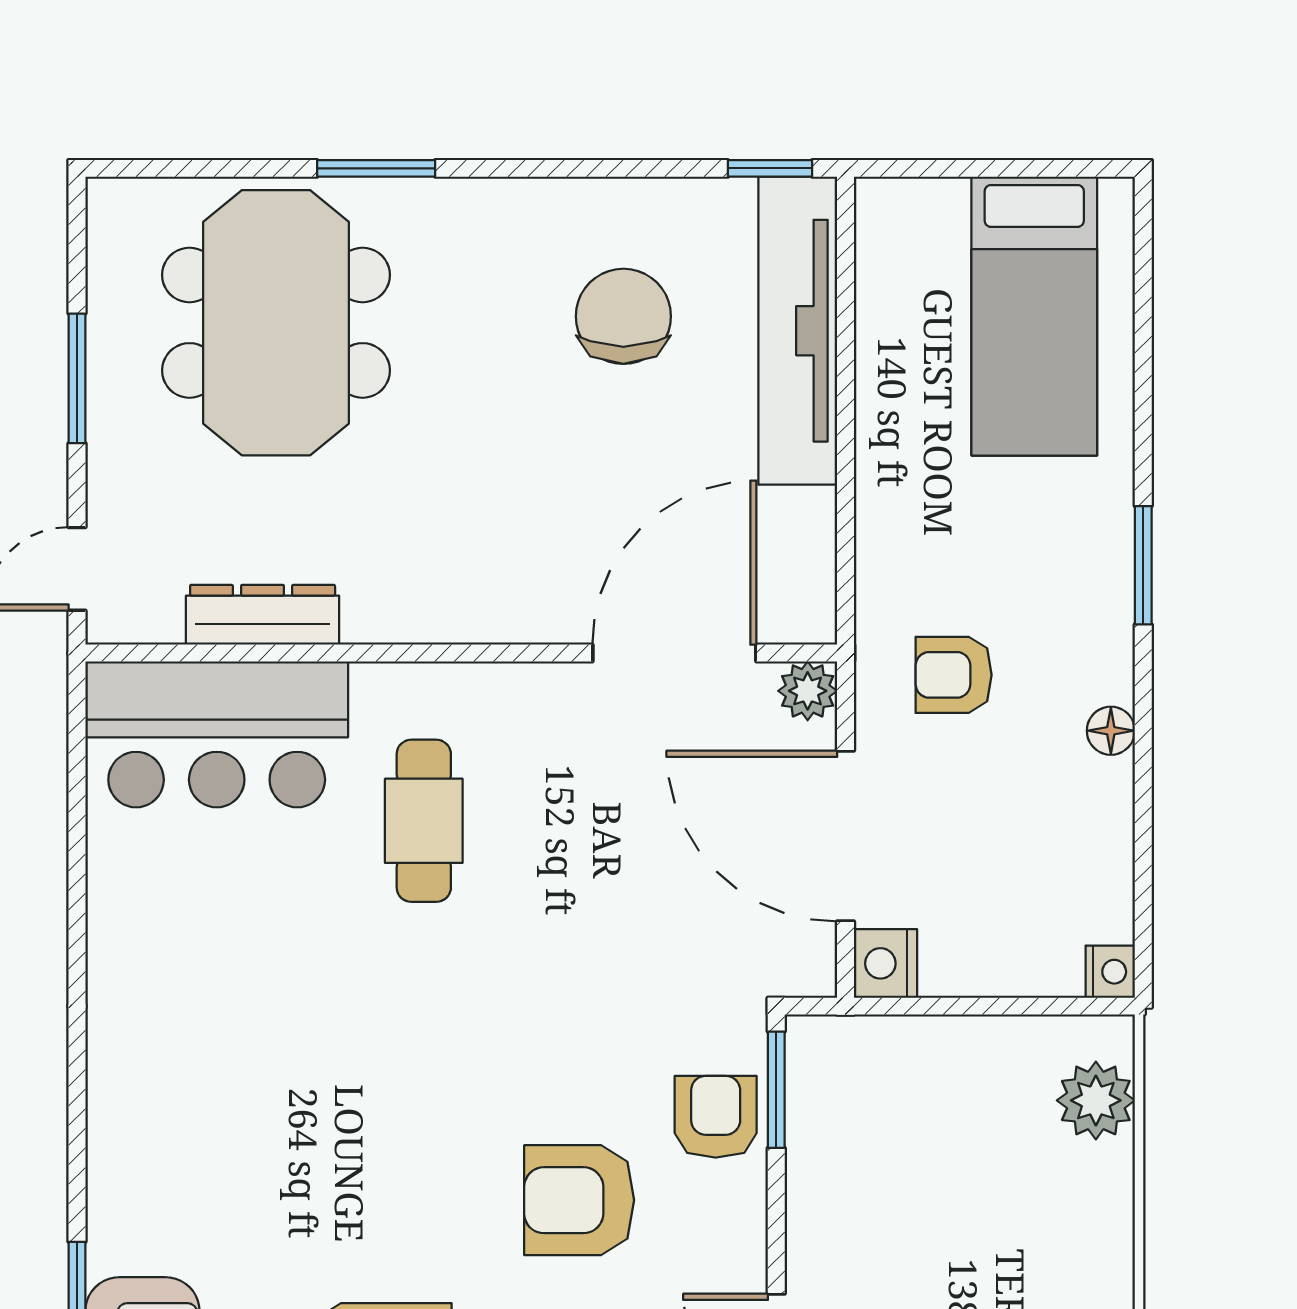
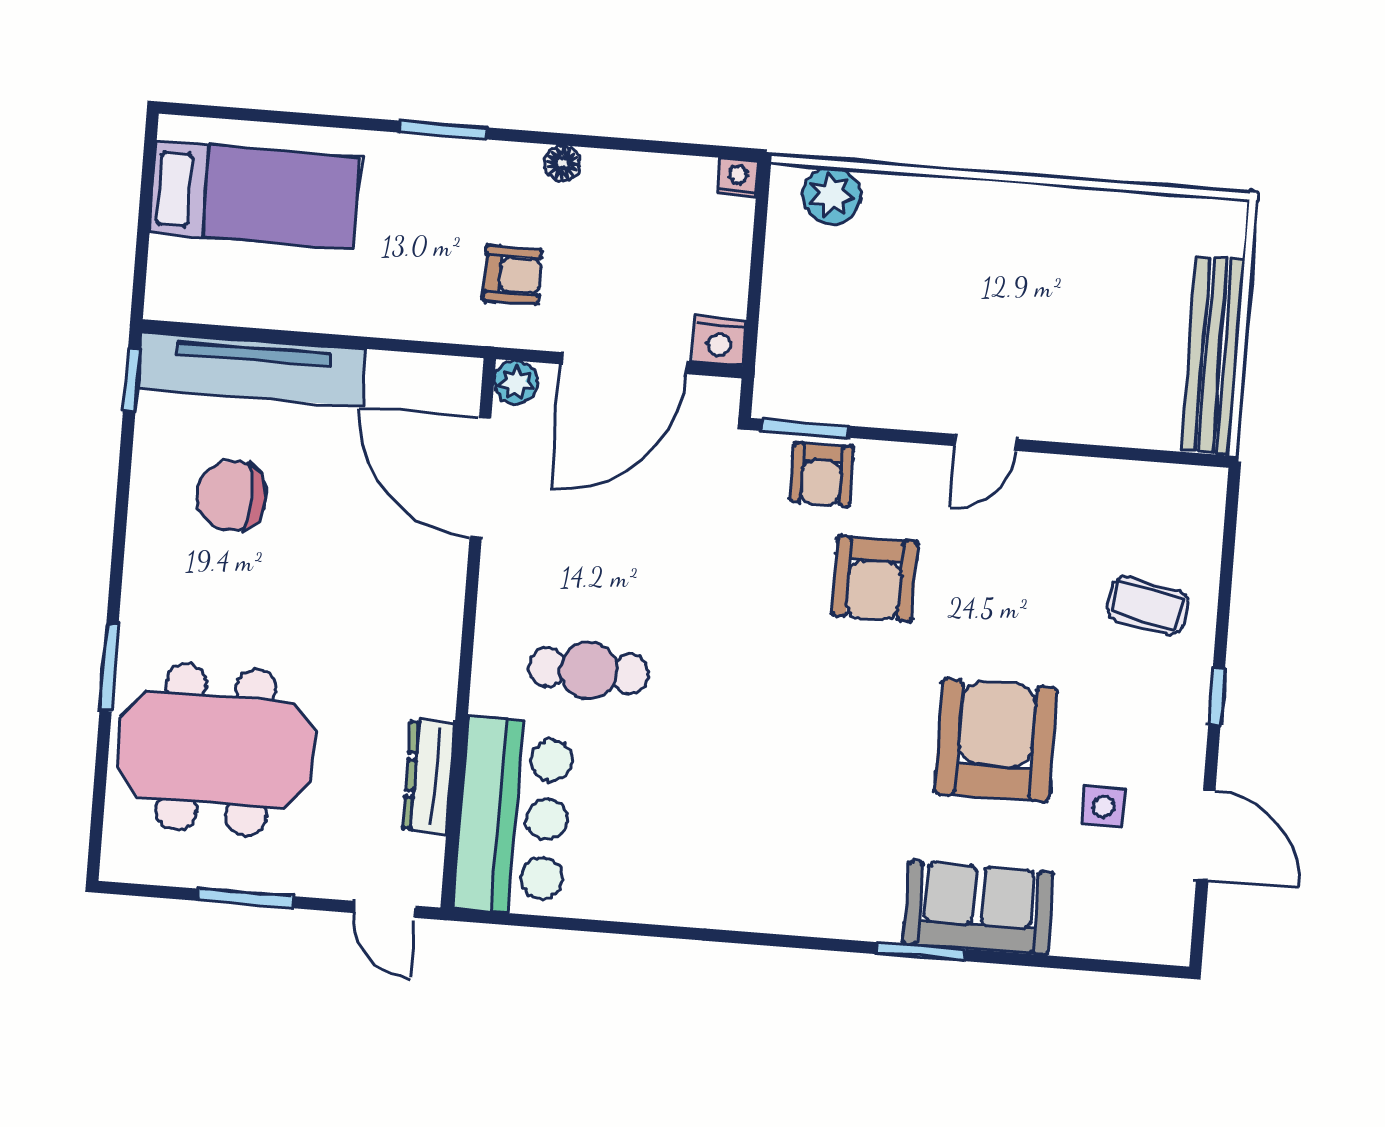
armchair: (954, 675) -> (512, 275), turned -90
armchair: (716, 1117) -> (822, 474), turned -90

